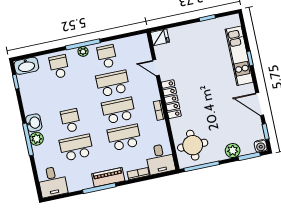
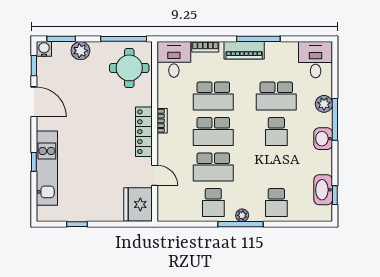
fridge: (160, 37) -> (138, 204), width x1.88, depth x1.34
washbasin: (26, 66) -> (323, 190), moved, turned -90
plant: (37, 139) -> (324, 104), moved

